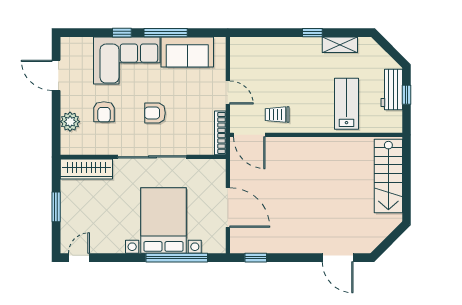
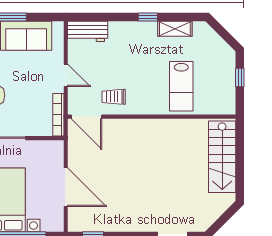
workbench: (392, 89) -> (88, 31), moved, turned -90
lab bench: (346, 104) -> (181, 86), turned 180

